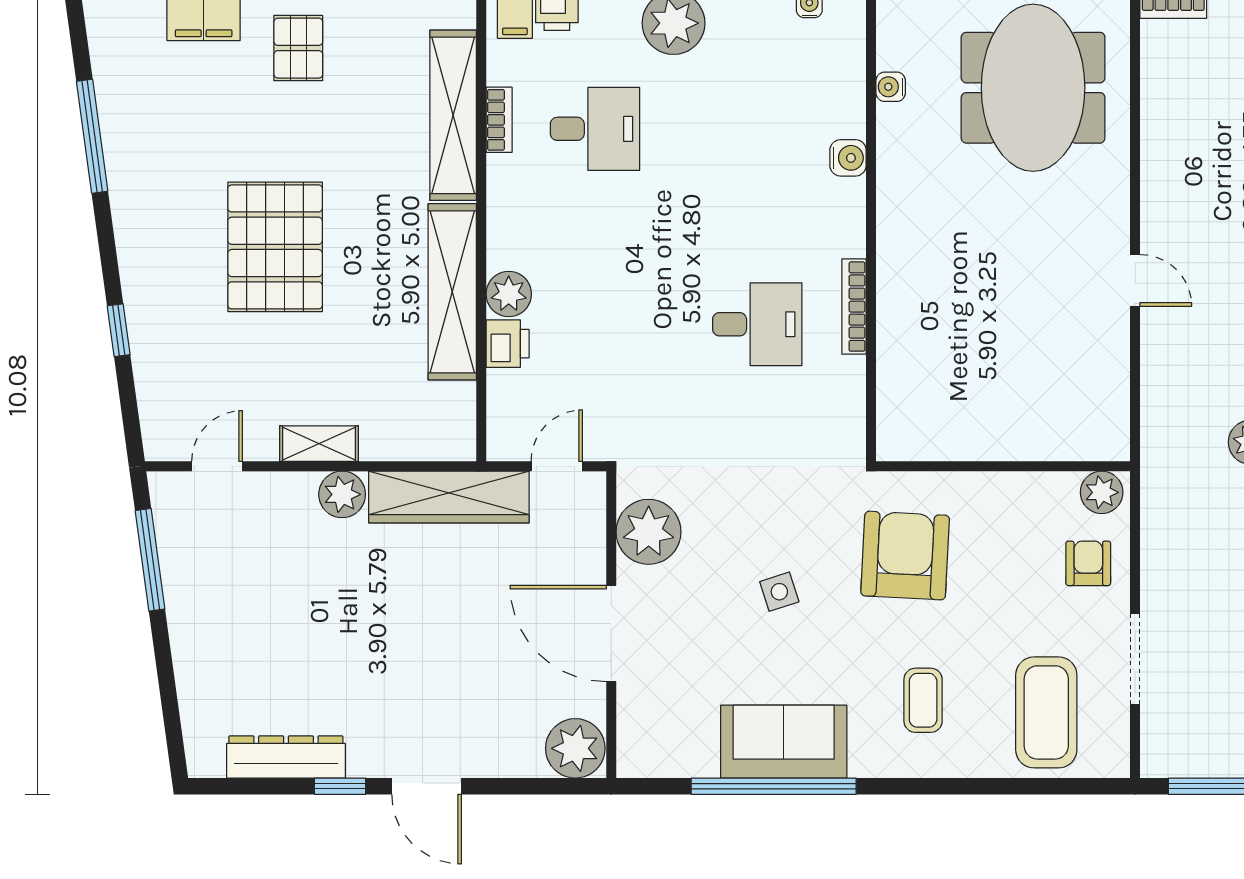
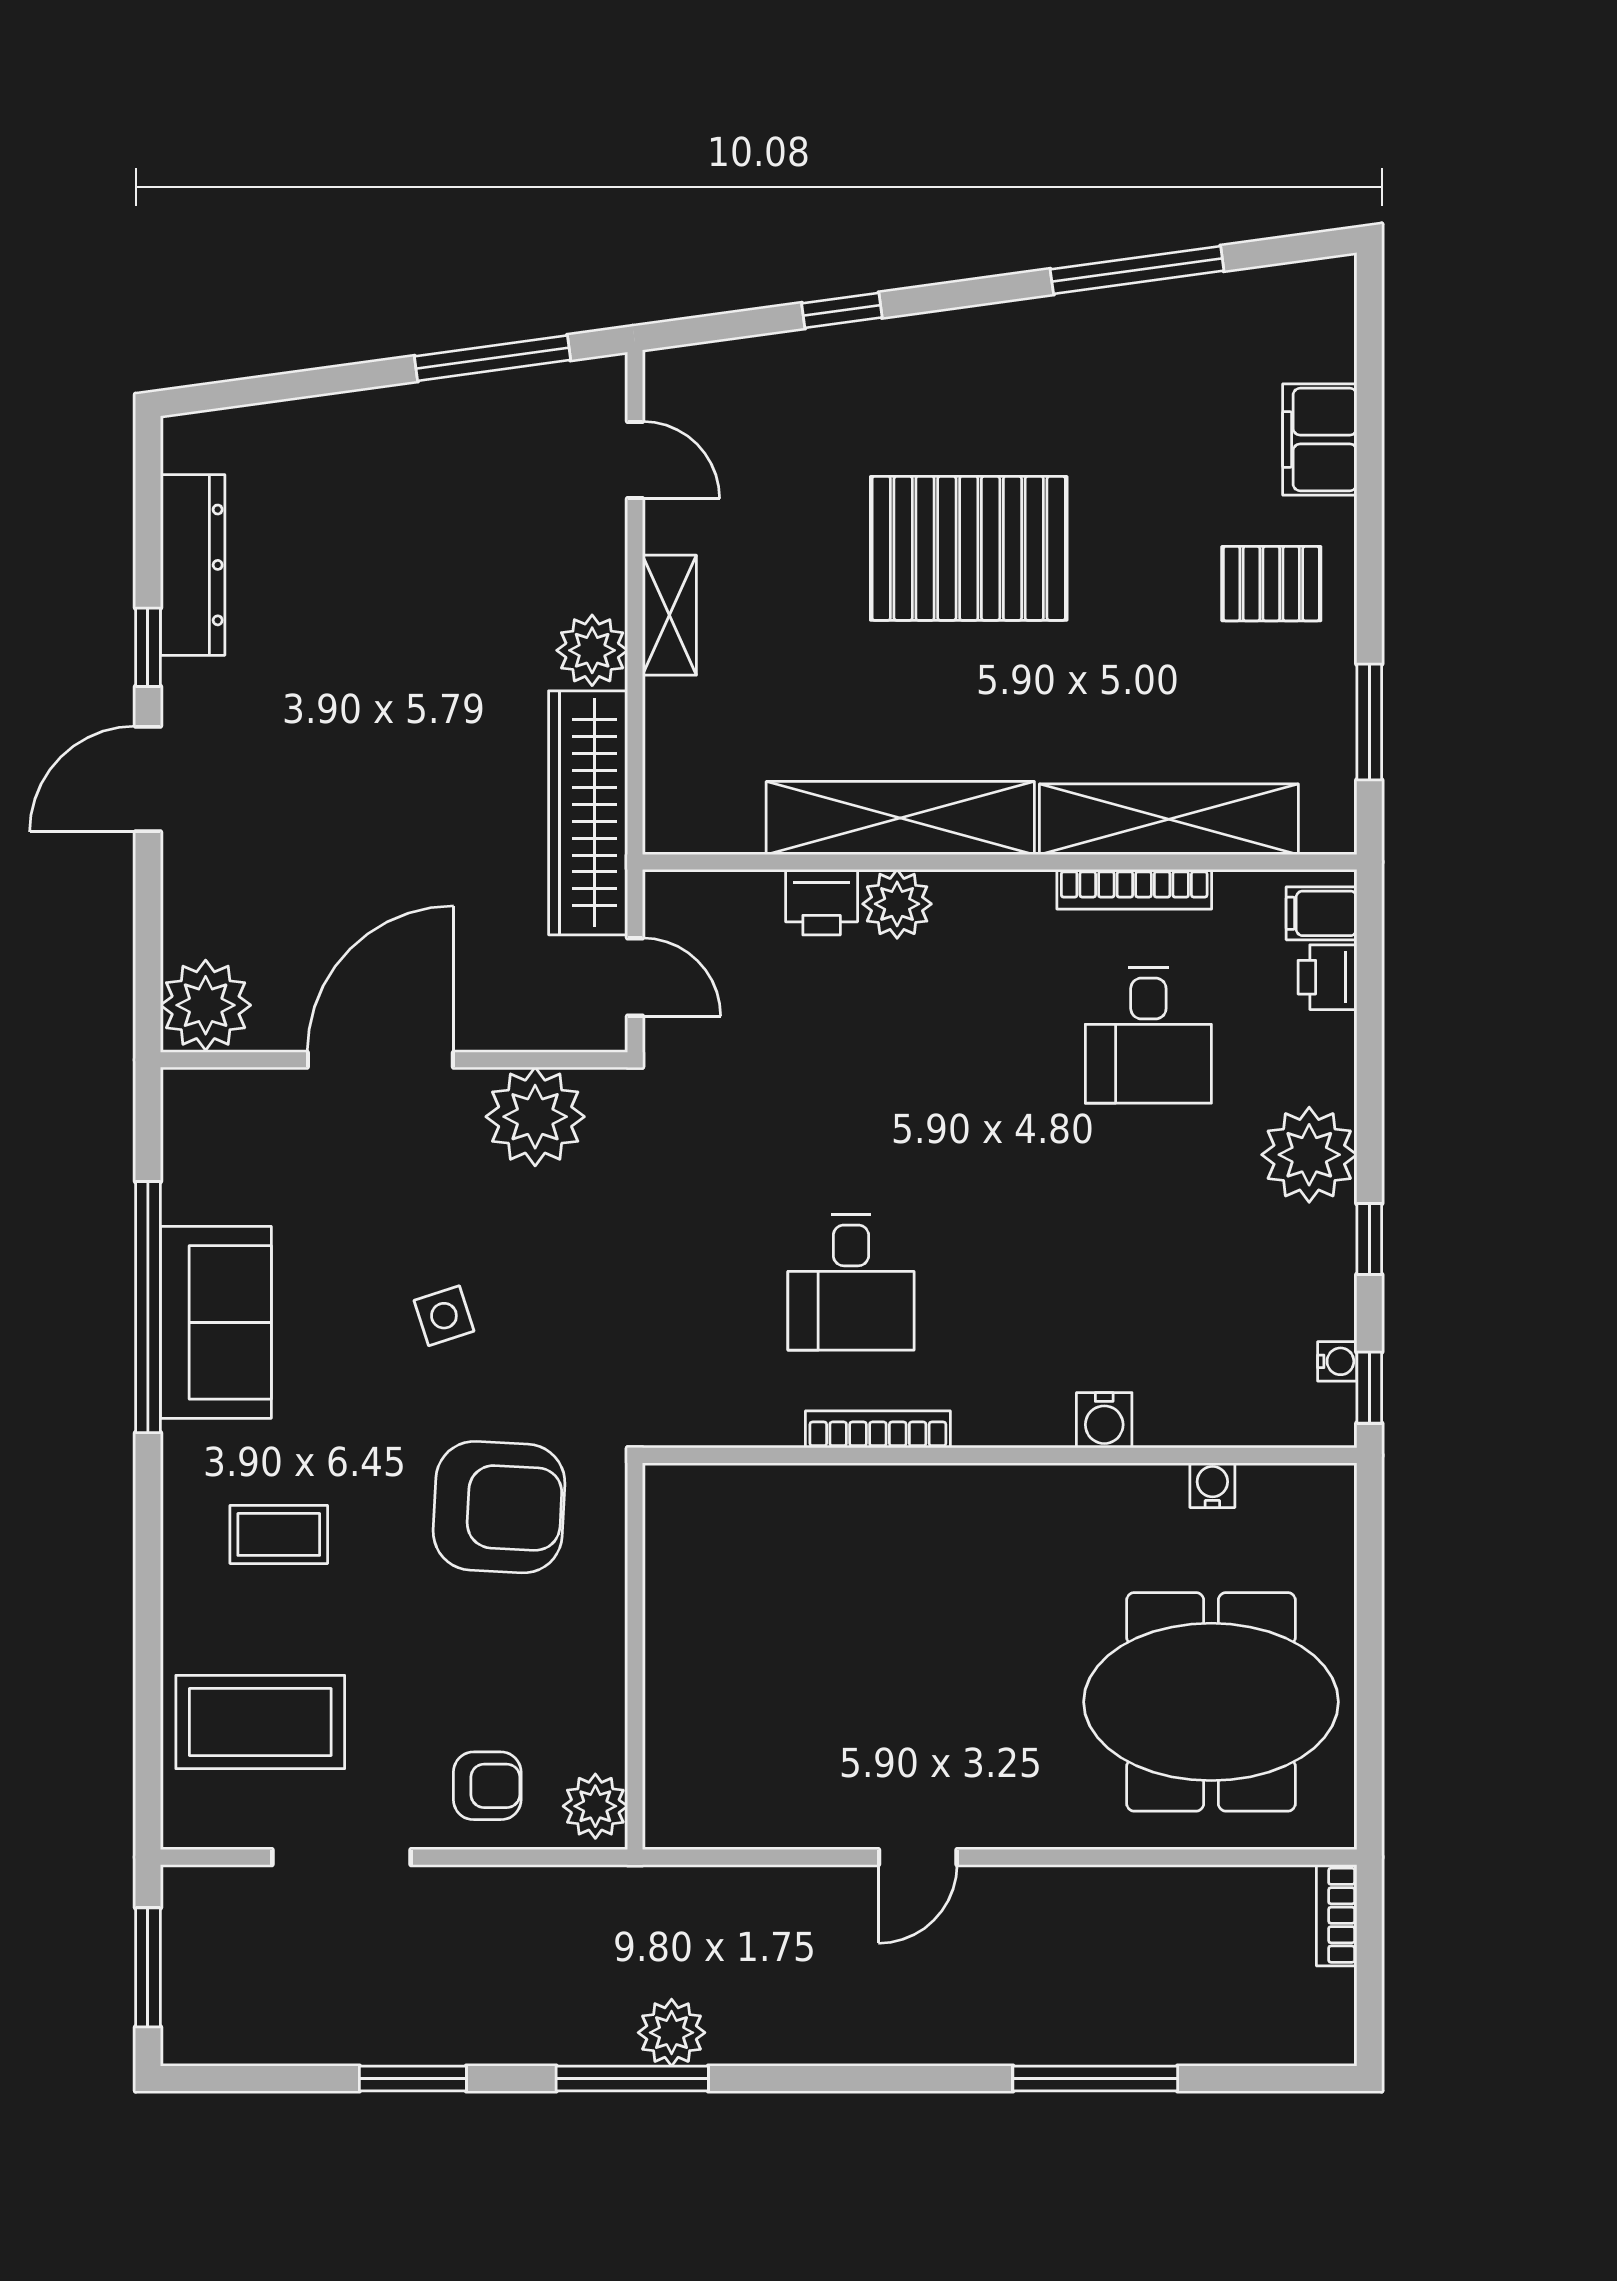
bookcase: (499, 120) -> (1134, 889), width x1.56

